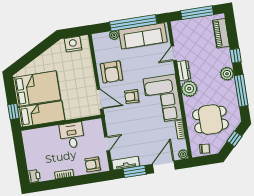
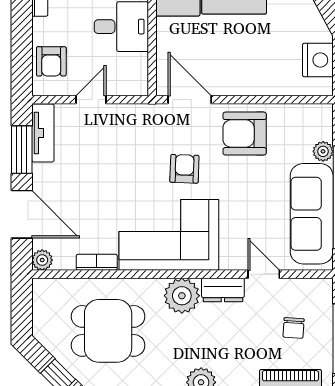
door: (100, 99) -> (190, 100), swing flipped
dining table: (210, 119) -> (108, 331), turned 90
door: (107, 144) -> (91, 100), swing flipped
chair: (205, 149) -> (294, 328), moved
armchair: (93, 164) -> (51, 61), turned 180

